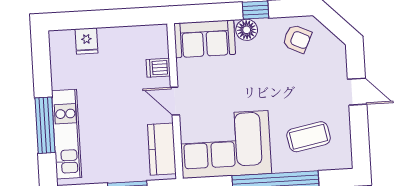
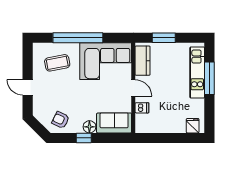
fridge: (86, 41) -> (193, 126), moved

